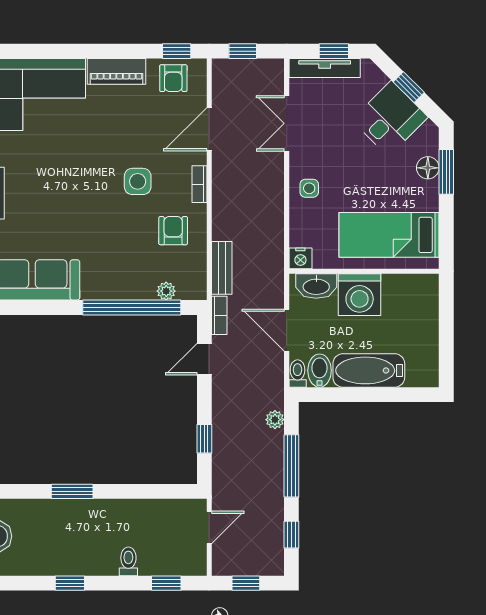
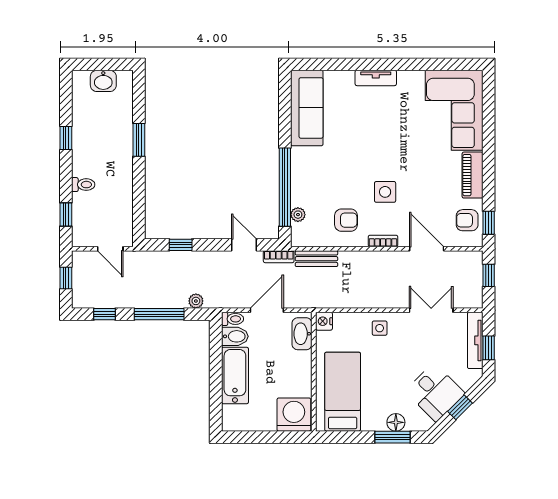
washing machine: (360, 295) -> (294, 415), moved, turned 90

